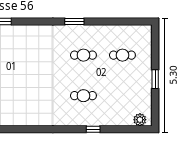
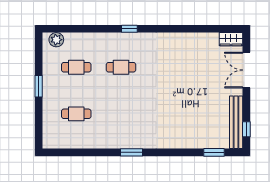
cafe table: (83, 55) -> (76, 67), moved
window: (93, 129) -> (129, 29), moved

